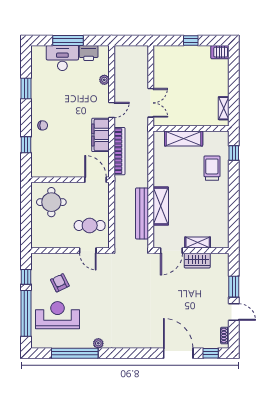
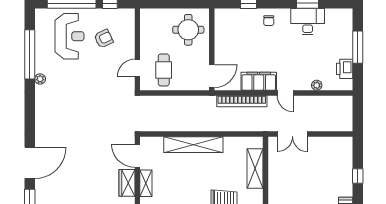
desk: (62, 58) -> (308, 22), moved, turned -90
shelving: (161, 206) -> (193, 145), width x1.47
bench: (142, 213) -> (176, 125), removed

